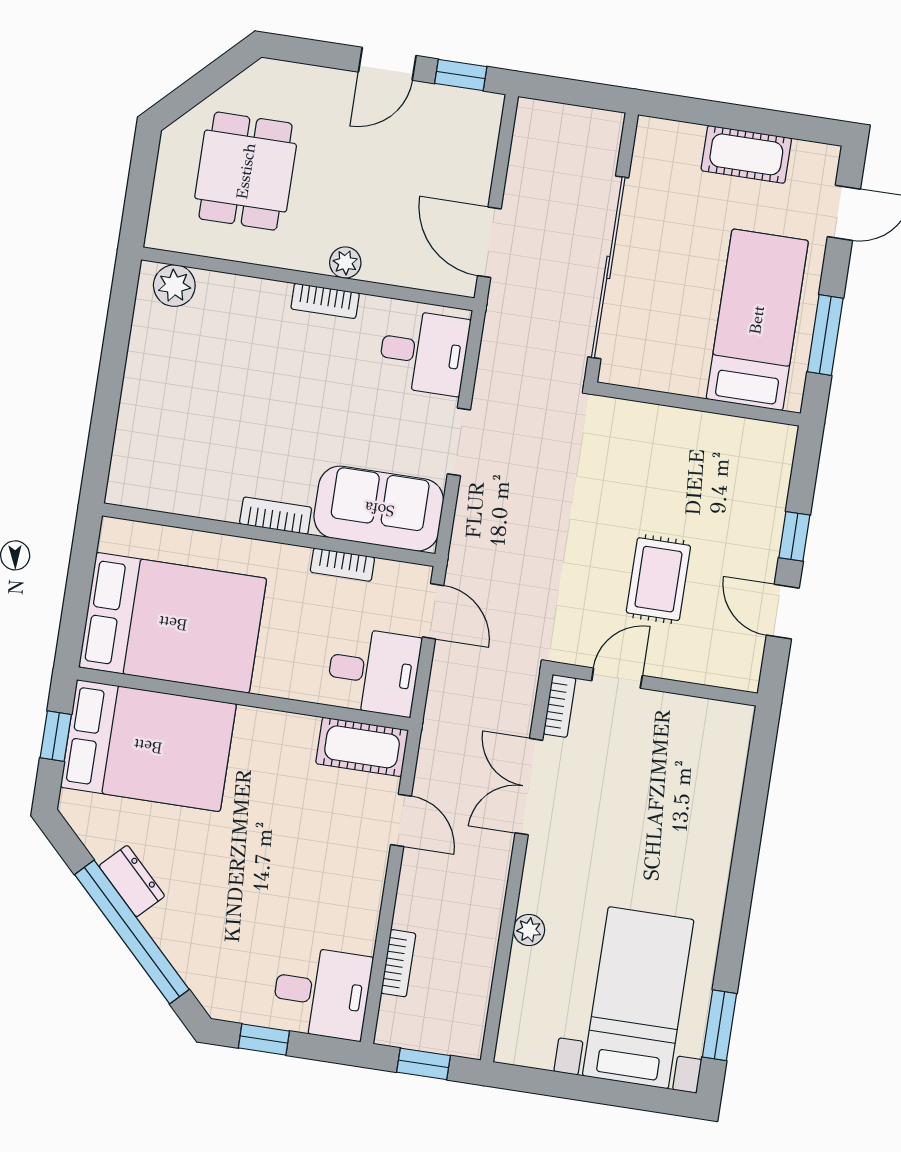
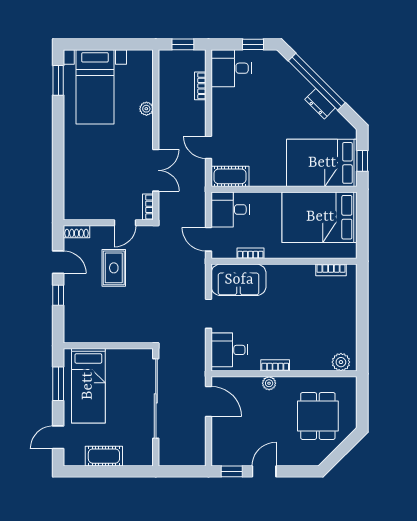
bookcase: (276, 516) -> (331, 270), moved
shoe rack: (731, 675) -> (77, 232), added

